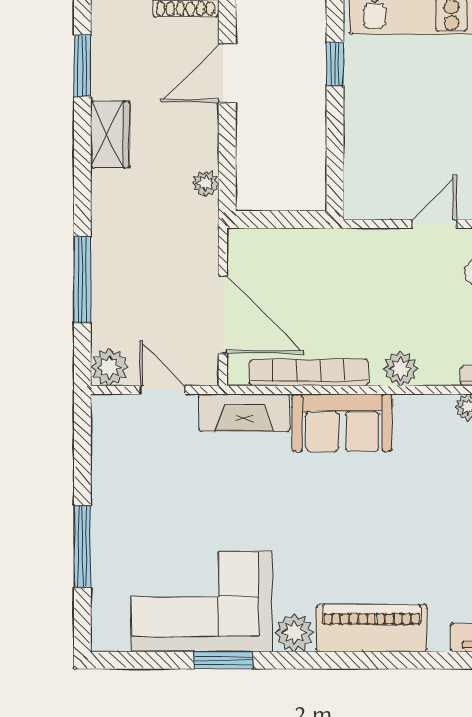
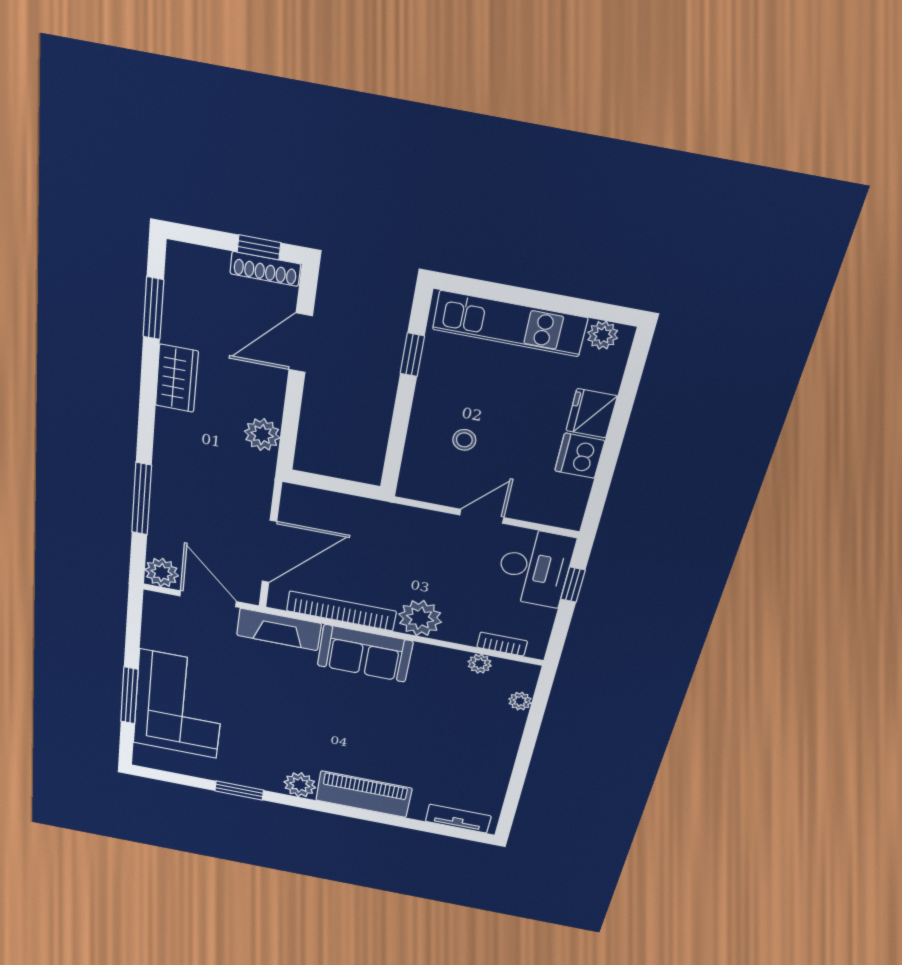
stool: (401, 142) -> (464, 440), added
plant: (206, 183) -> (262, 435), width x1.38, depth x1.38
door: (223, 315) -> (269, 552), hinge flipped
plant: (400, 369) -> (420, 618), width x1.36, depth x1.36
door: (163, 390) -> (208, 599), width x1.38
corner sofa: (202, 602) -> (179, 705), moved, turned 90

